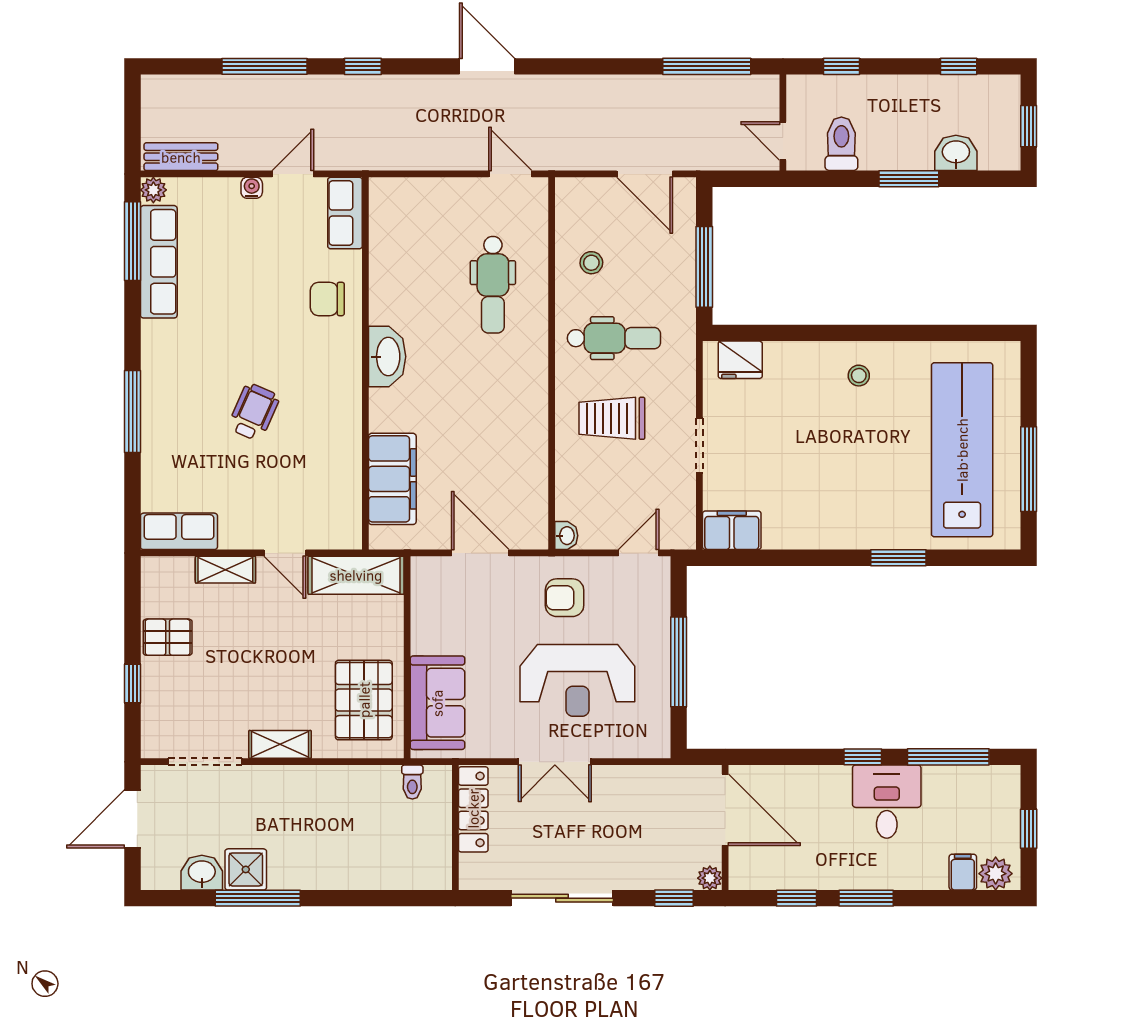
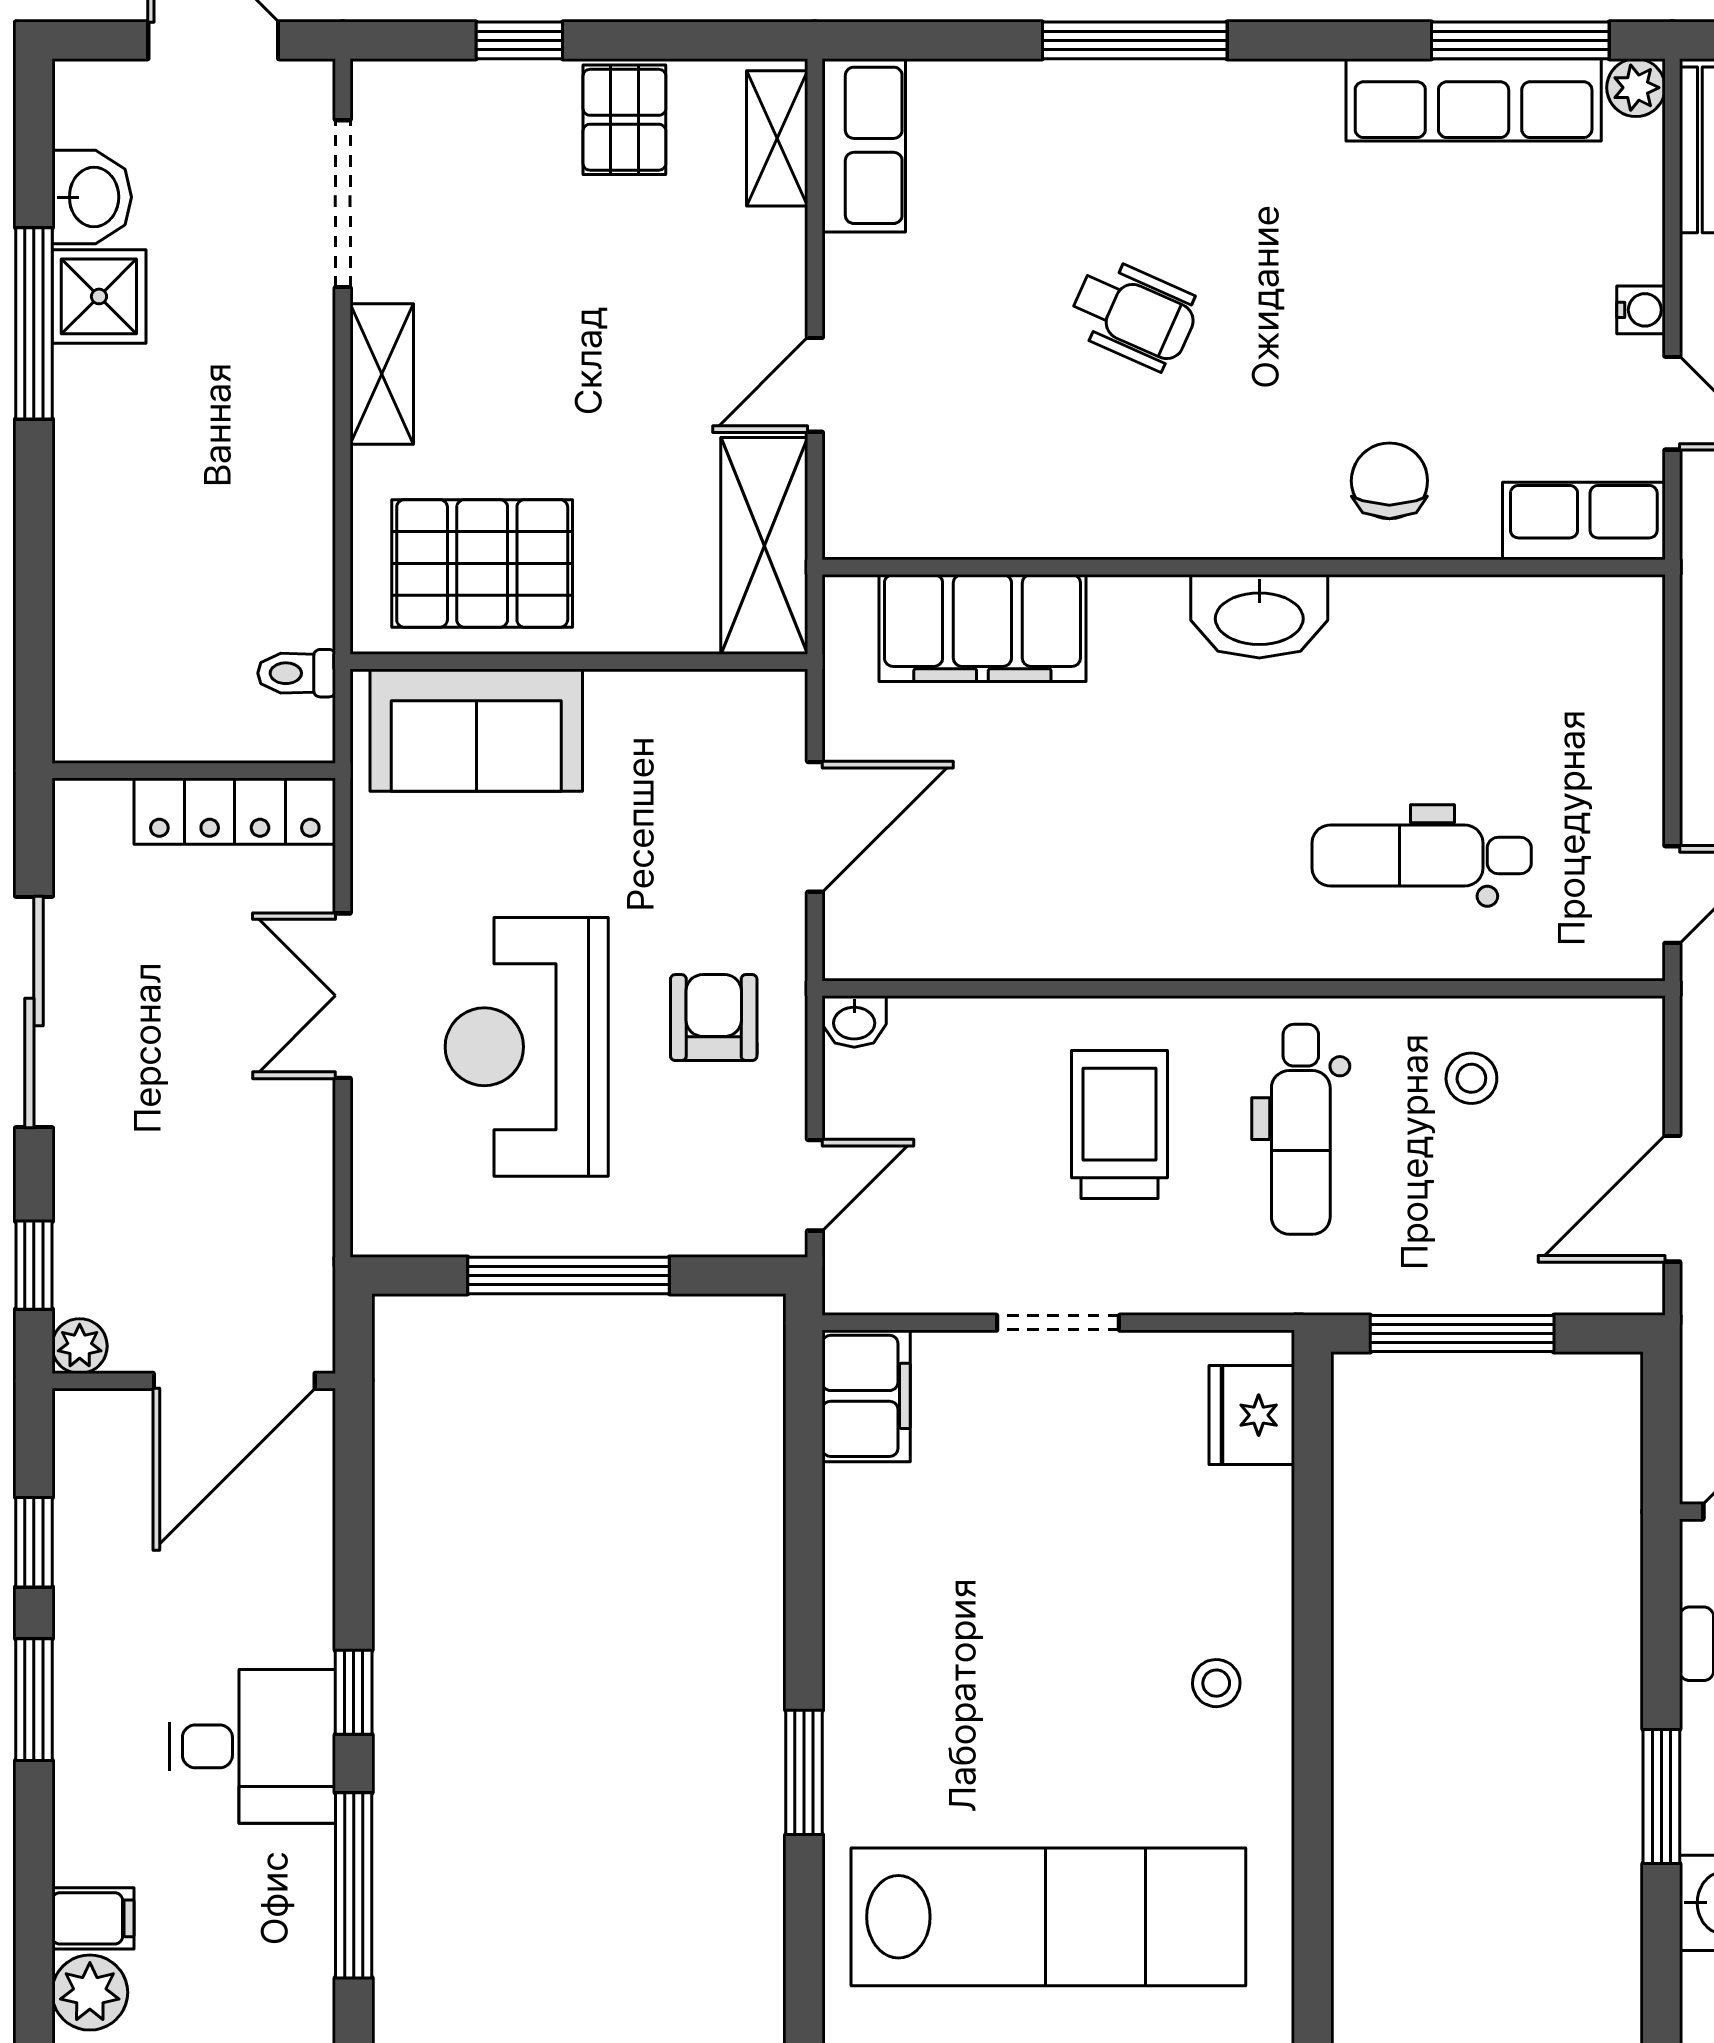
door: (639, 553) -> (815, 1185), hinge flipped
shelving: (225, 570) -> (777, 138), moved

